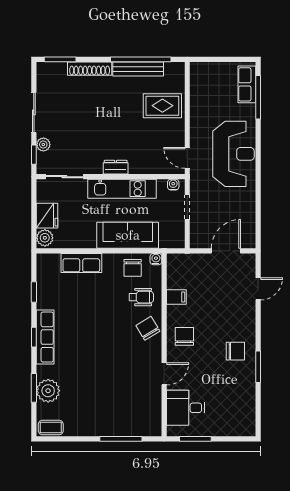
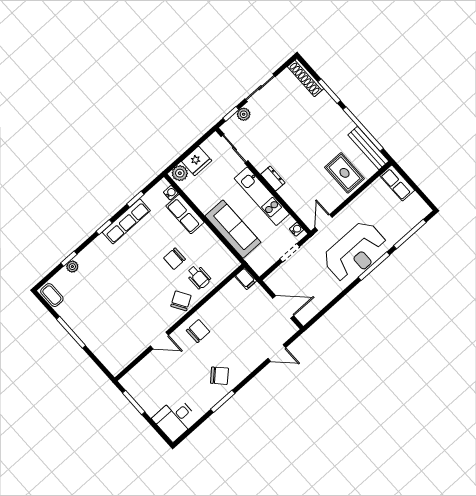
window: (60, 59) -> (329, 91), moved
shoe rack: (90, 69) -> (306, 78), moved
bench: (138, 69) -> (368, 148), moved
row of seats: (247, 84) -> (397, 183), moved, turned -90
window: (258, 149) -> (374, 266), added
water cooler: (156, 259) -> (171, 193), moved
chair: (133, 268) -> (175, 259), moved
filing cabinet: (176, 297) -> (246, 279), moved
row of seats: (45, 337) -> (126, 221), moved
chair: (235, 351) -> (219, 376), turned -44
window: (34, 388) -> (69, 259), width x0.67
plant: (48, 391) -> (72, 267), width x0.53, depth x0.53
desk: (186, 408) -> (175, 419), moved, turned -90
window: (121, 439) -> (71, 332), moved

